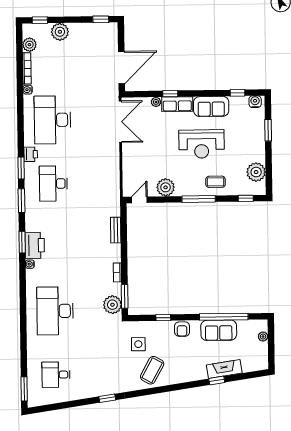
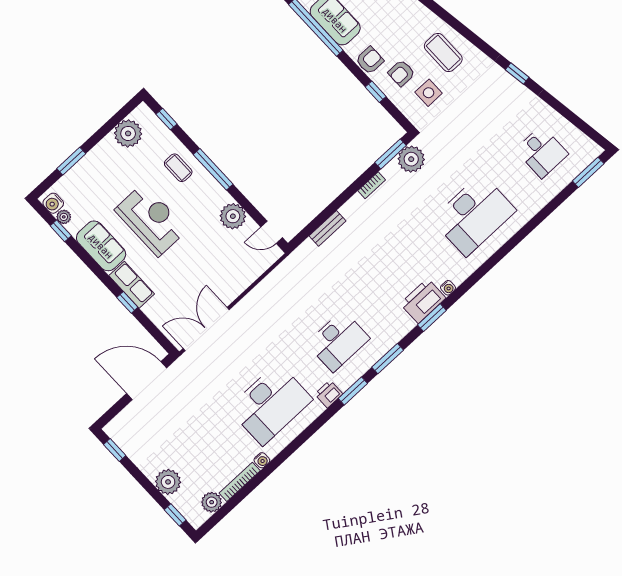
plant: (156, 102) -> (64, 217), moved
armchair: (161, 339) -> (401, 73), added
coffee table: (152, 370) -> (443, 53), turned 61

